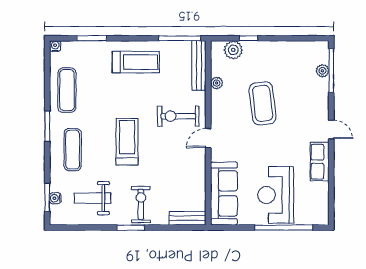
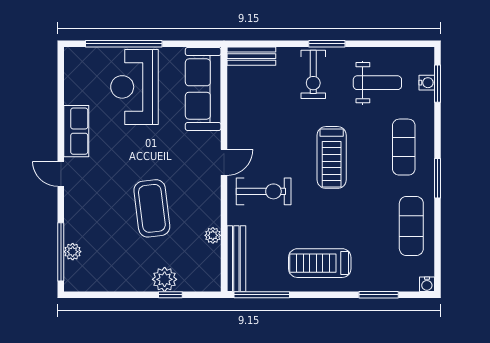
plant: (233, 50) -> (165, 279), moved
reception desk: (276, 195) -> (134, 87), turned 180

